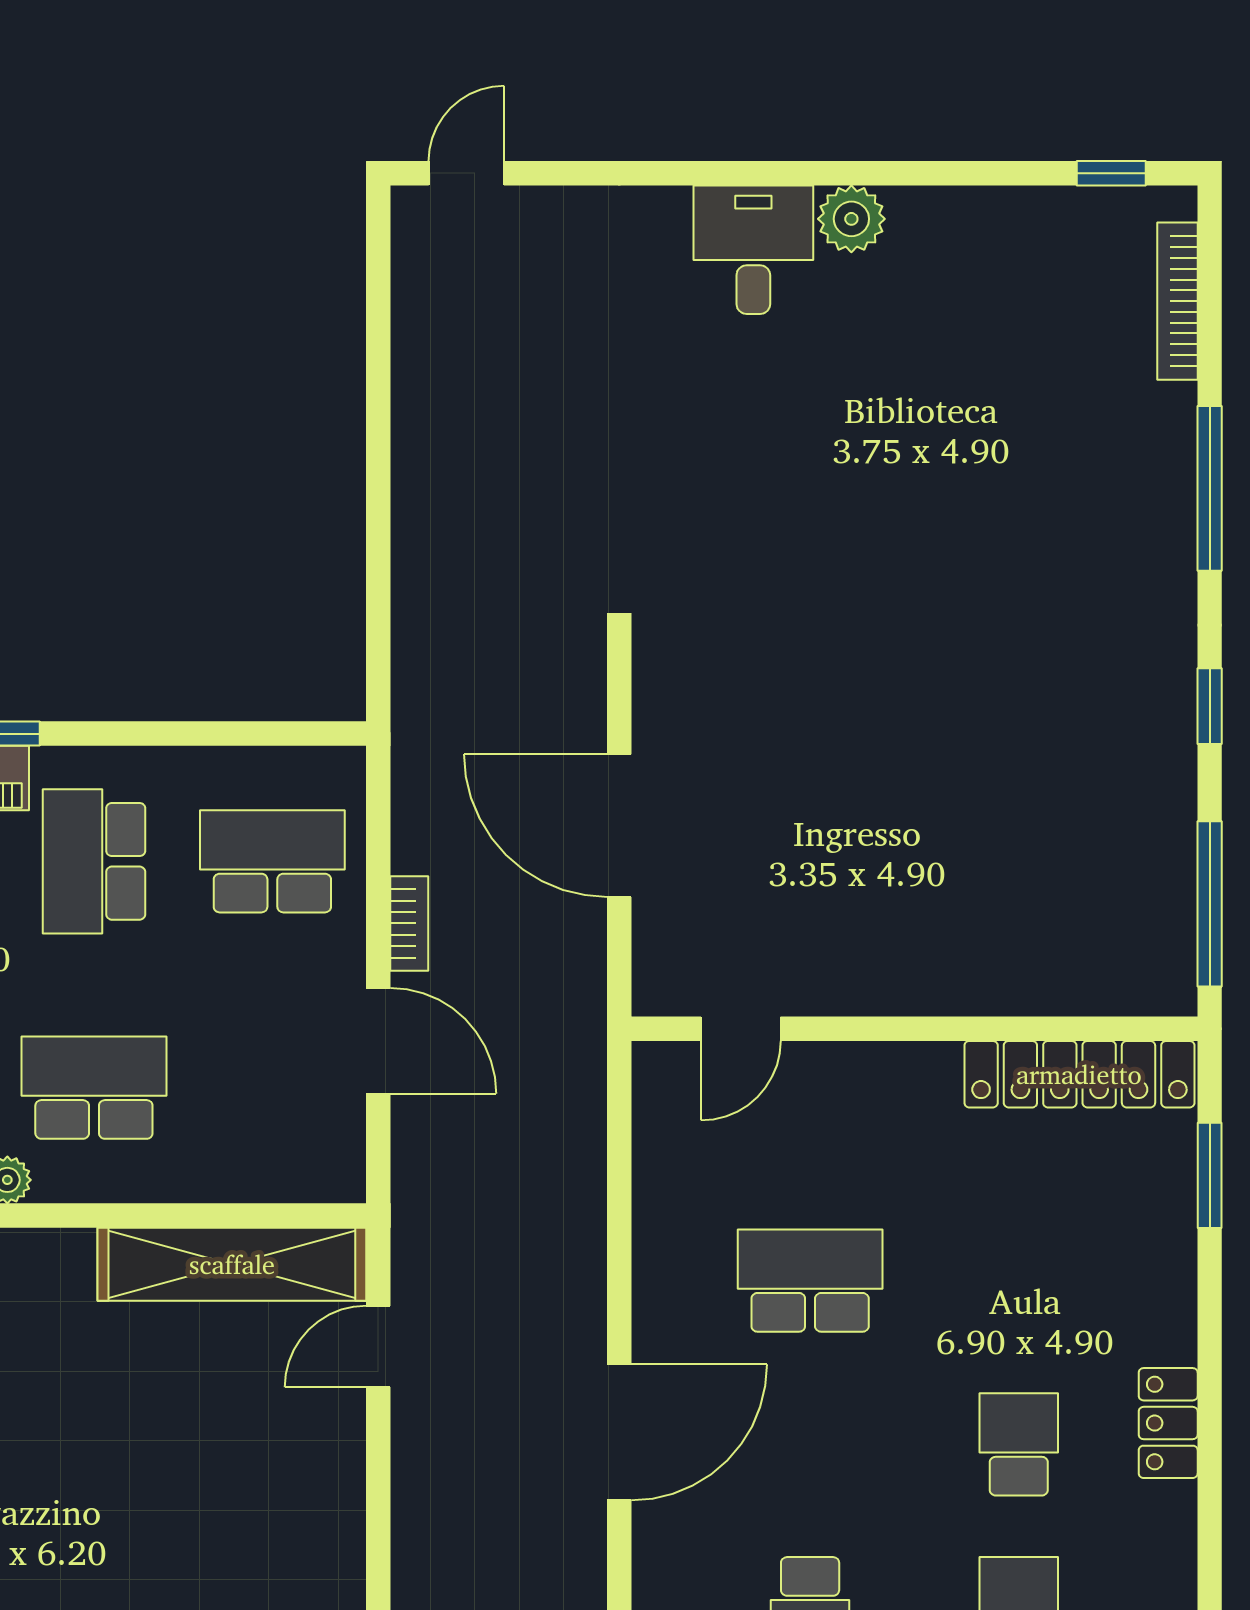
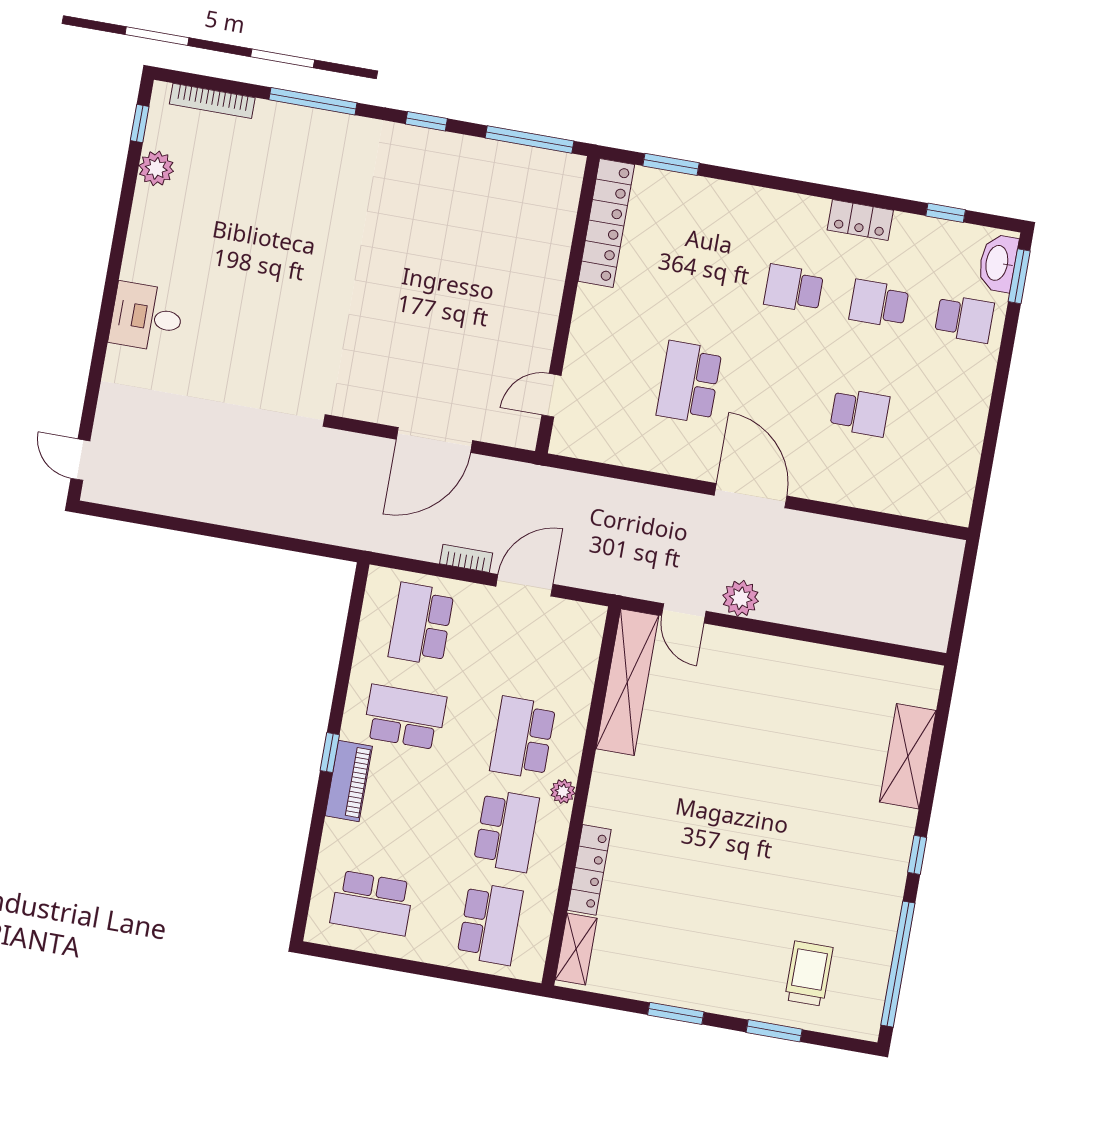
plant: (851, 219) -> (156, 168), moved
school desk: (94, 861) -> (405, 717), turned 180
door: (741, 1029) -> (551, 395), swing flipped
locker: (1168, 1423) -> (860, 220), moved
plant: (425, 1447) -> (741, 598), added

